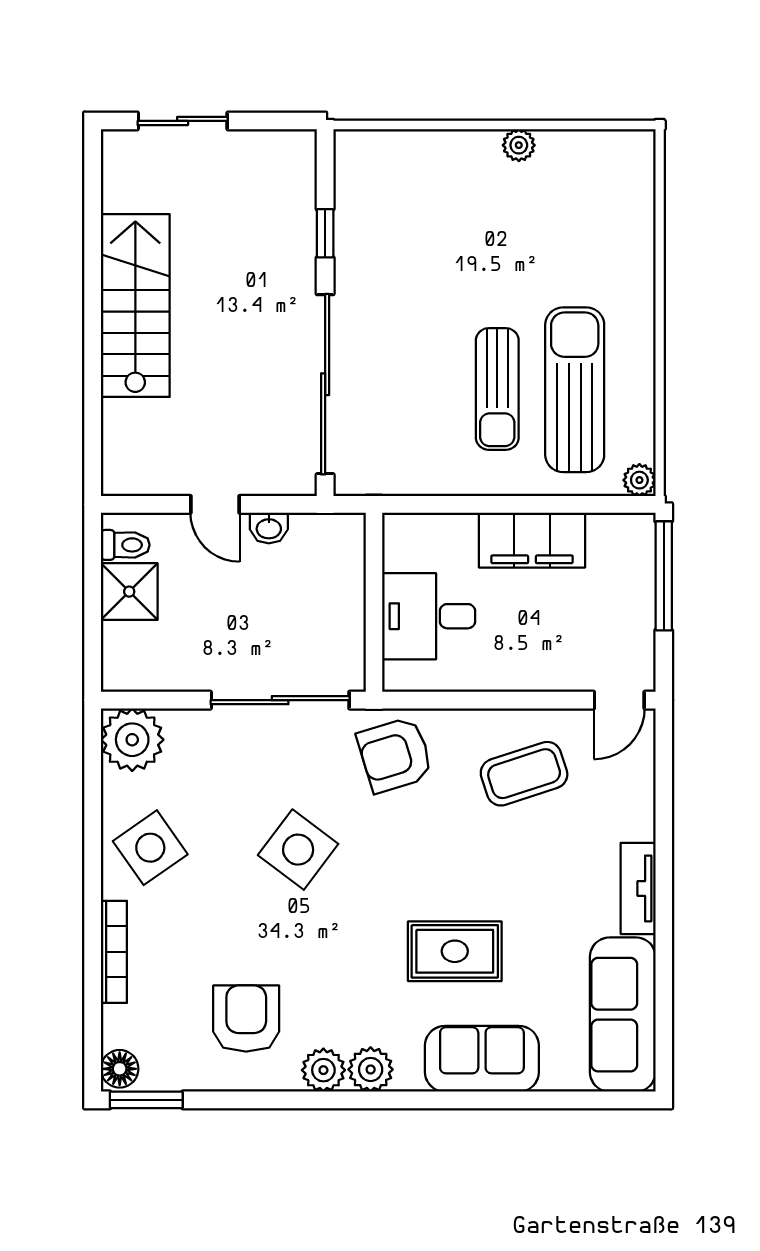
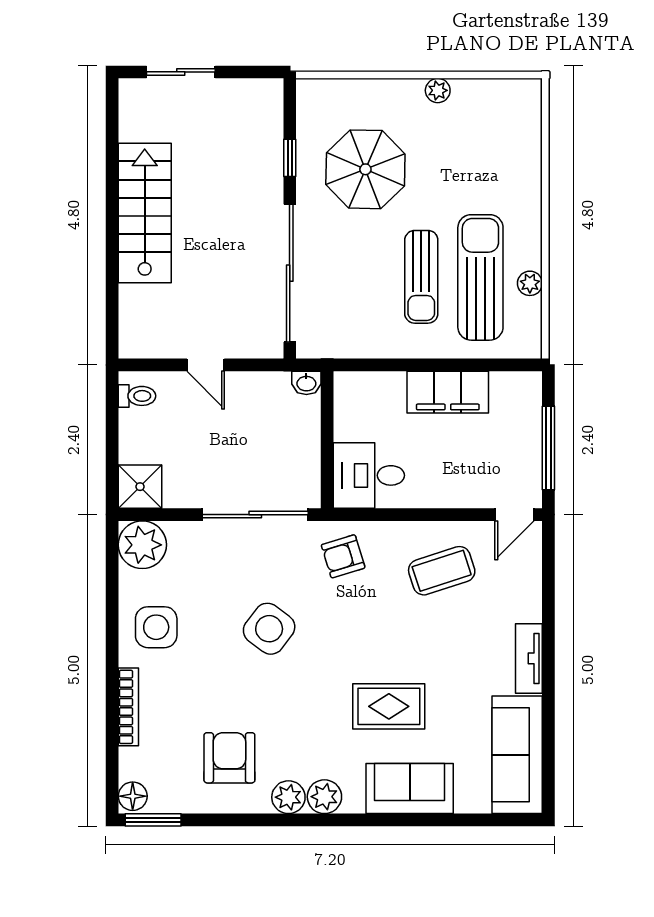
parasol: (424, 248) -> (365, 169), added
plant: (639, 480) -> (530, 283), moved
washbasin: (269, 528) -> (306, 383), moved
window: (664, 576) -> (548, 448), moved
shower: (129, 592) -> (140, 487), moved
desk: (429, 616) -> (369, 475), moved
armchair: (395, 755) -> (343, 556), width x0.72, depth x0.72
side table: (150, 848) -> (156, 627), turned 35

